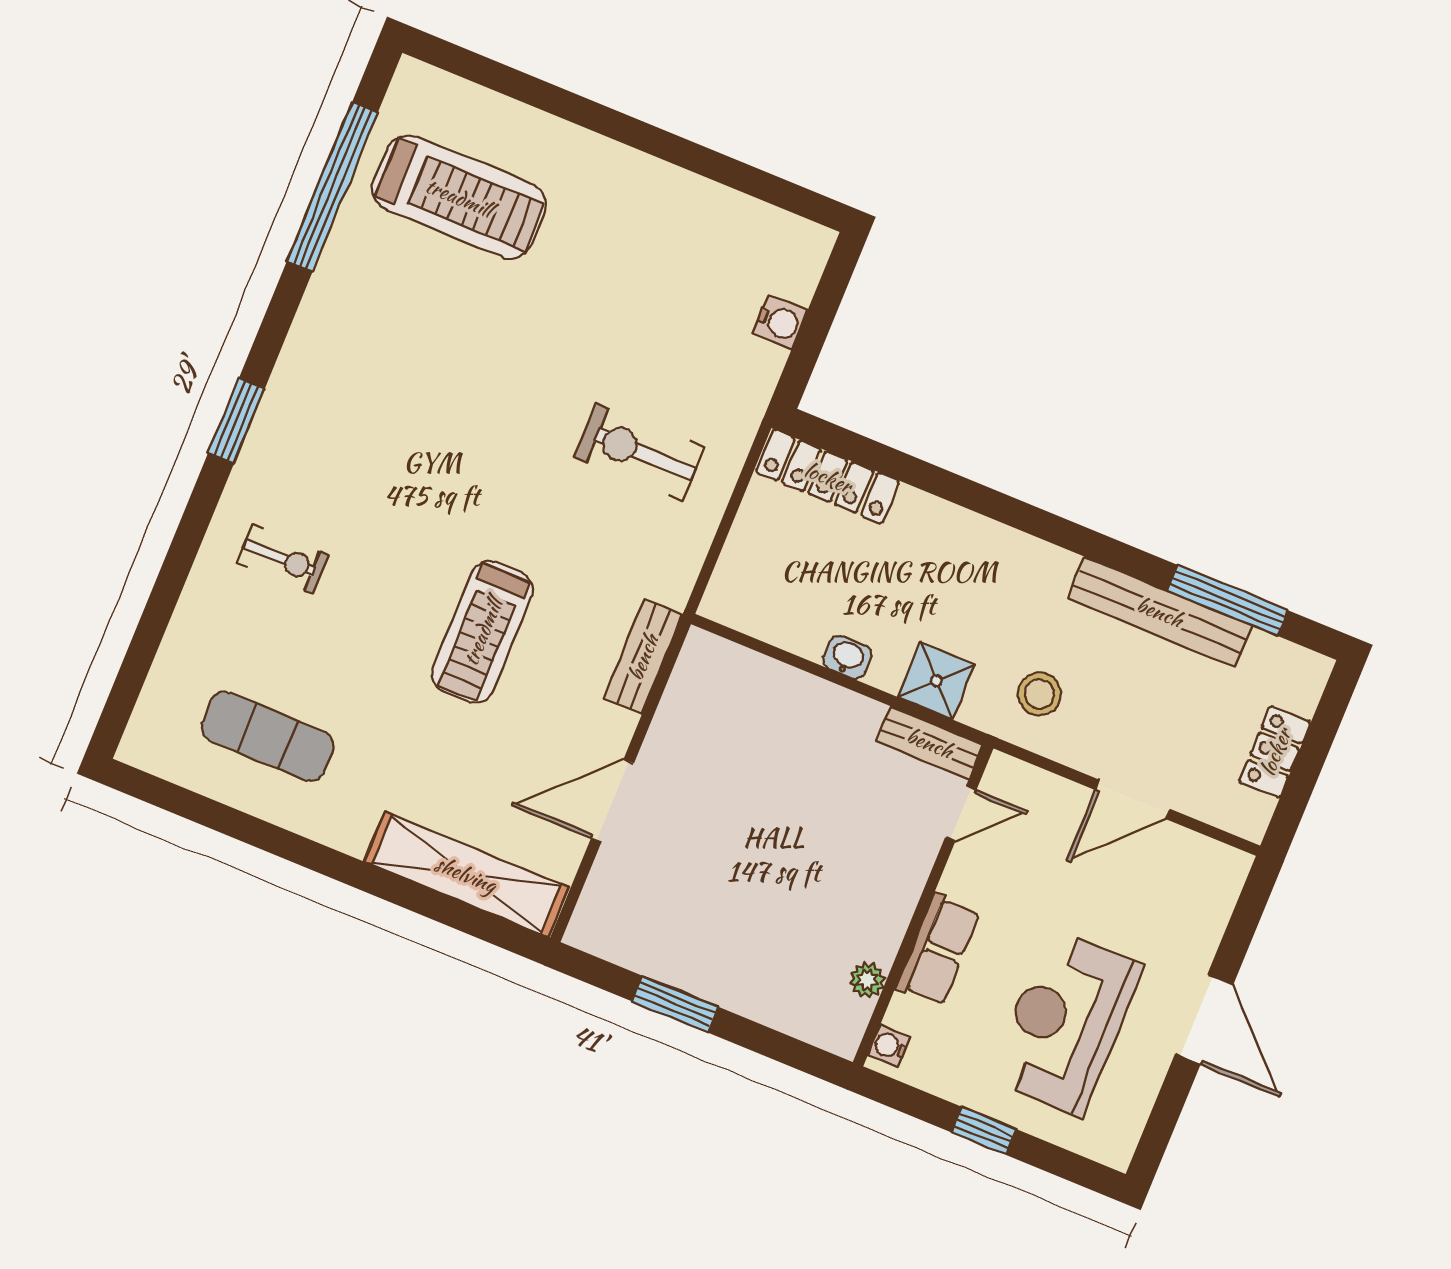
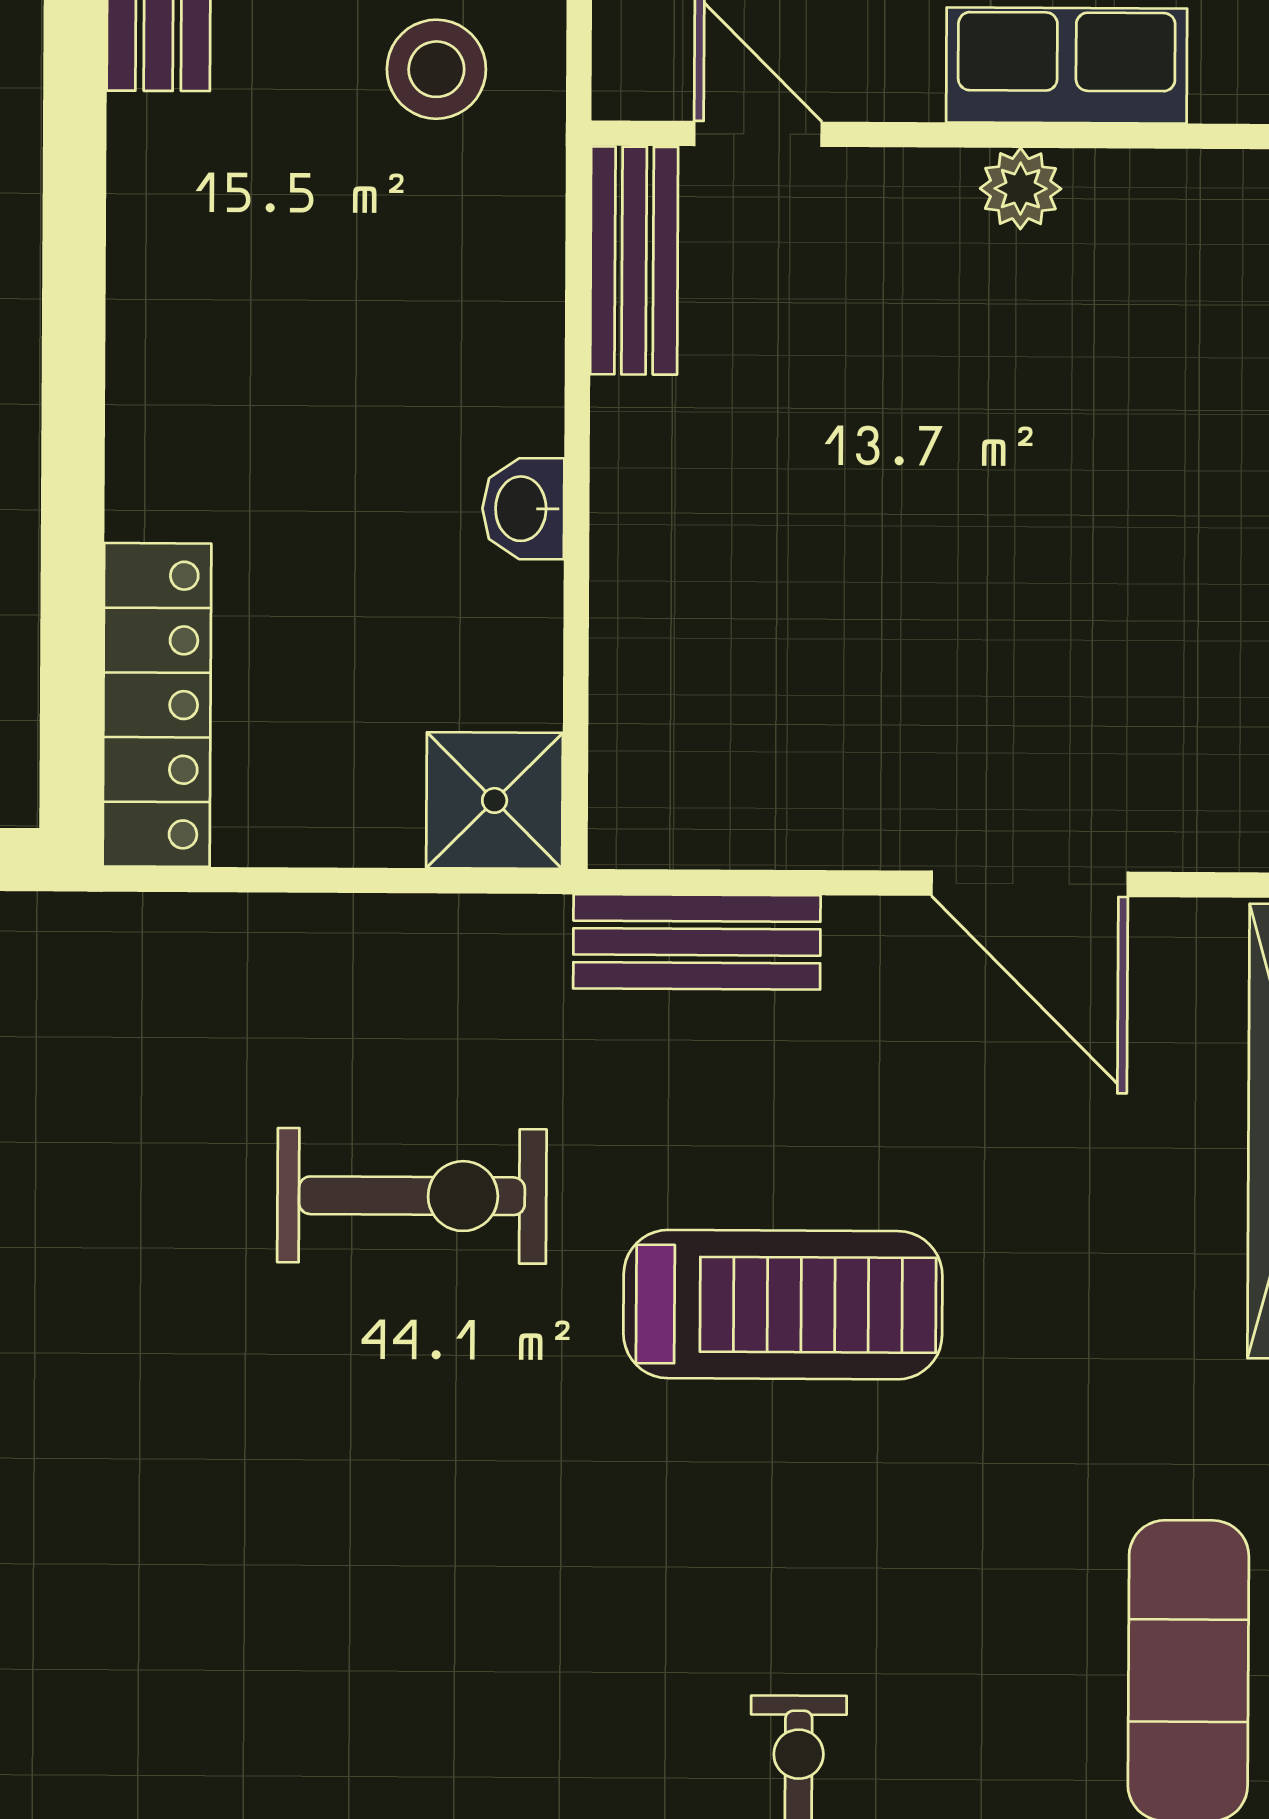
exercise bike: (639, 452) -> (412, 1196), moved, turned -90
shower: (936, 681) -> (495, 800), moved
plant: (867, 980) -> (1021, 189), moved

